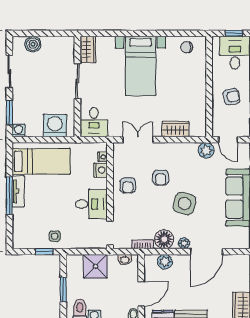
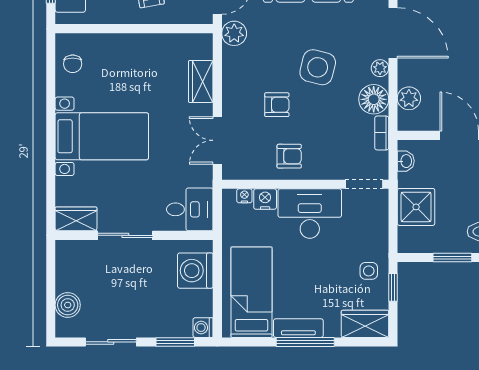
desk: (91, 204) -> (310, 214), width x1.37
wardrobe: (21, 234) -> (365, 324), added

